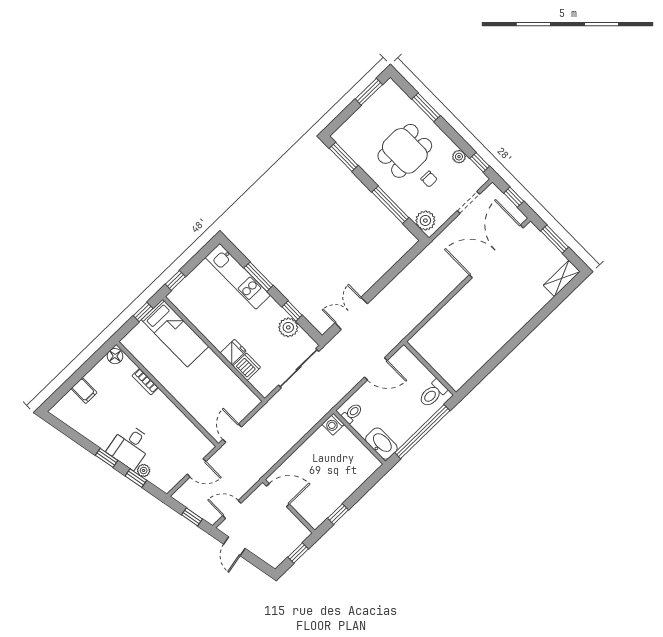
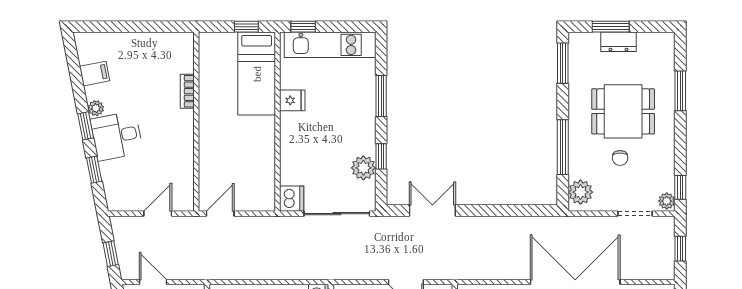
window: (369, 92) -> (611, 27), moved
dresser: (364, 114) -> (618, 42), added
plant: (459, 157) -> (667, 201), moved
double door: (496, 251) -> (575, 282), moved
kitchen unit: (238, 276) -> (330, 45), moved, turned -90
fridge: (233, 352) -> (292, 100), moved
floor lamp: (115, 356) -> (182, 42), removed
dishwasher: (247, 367) -> (292, 199), moved
filing cabinet: (84, 391) -> (95, 74), moved, turned -101
door: (197, 468) -> (158, 214), swing flipped
plant: (144, 470) -> (96, 108), moved

